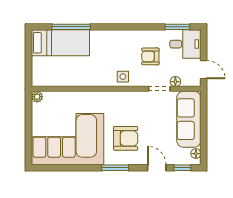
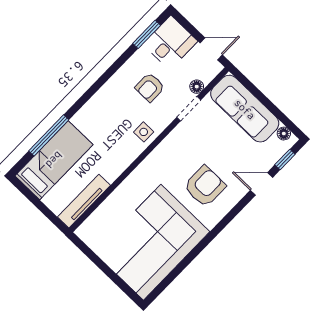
tv unit: (54, 81) -> (84, 201), added
plant: (37, 97) -> (84, 232), removed
window: (115, 168) -> (223, 223), removed

